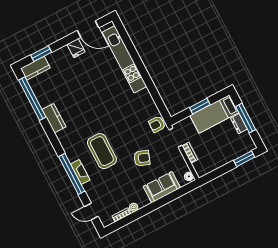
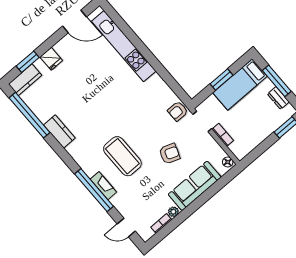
fridge: (76, 48) -> (51, 59), moved
dresser: (239, 124) -> (278, 98), moved
sofa: (162, 187) -> (195, 186), width x1.36

